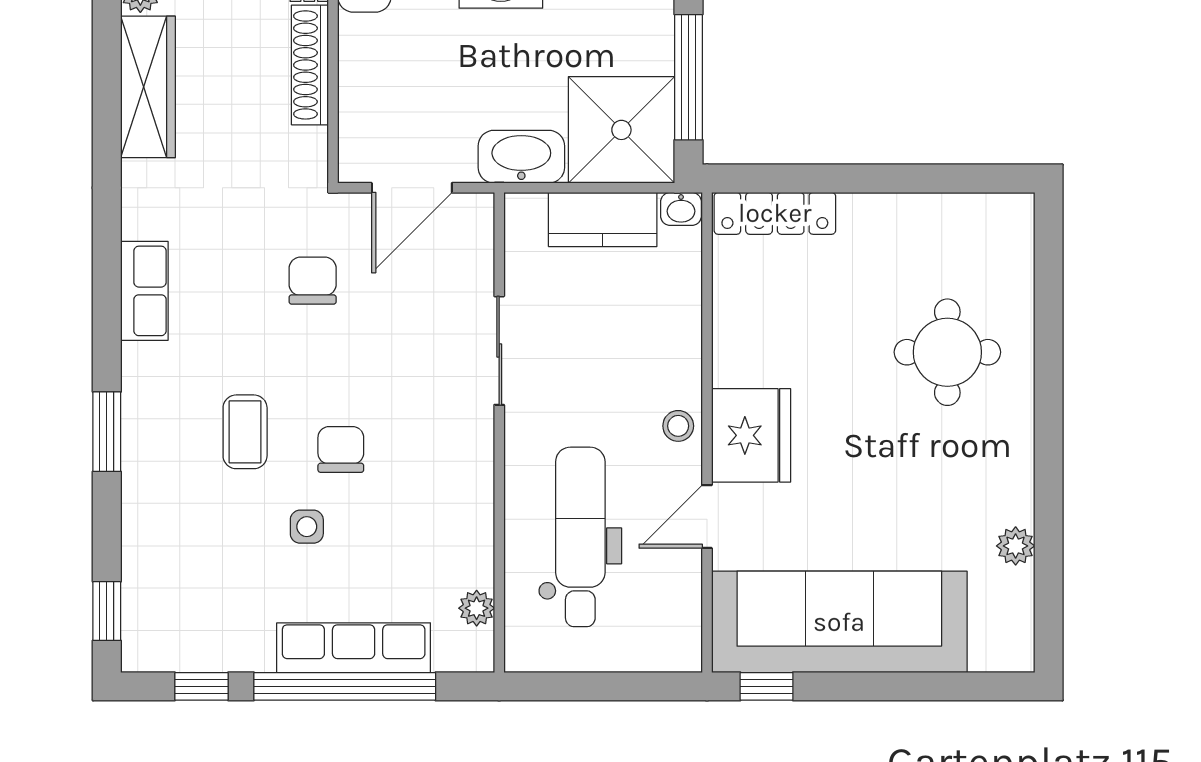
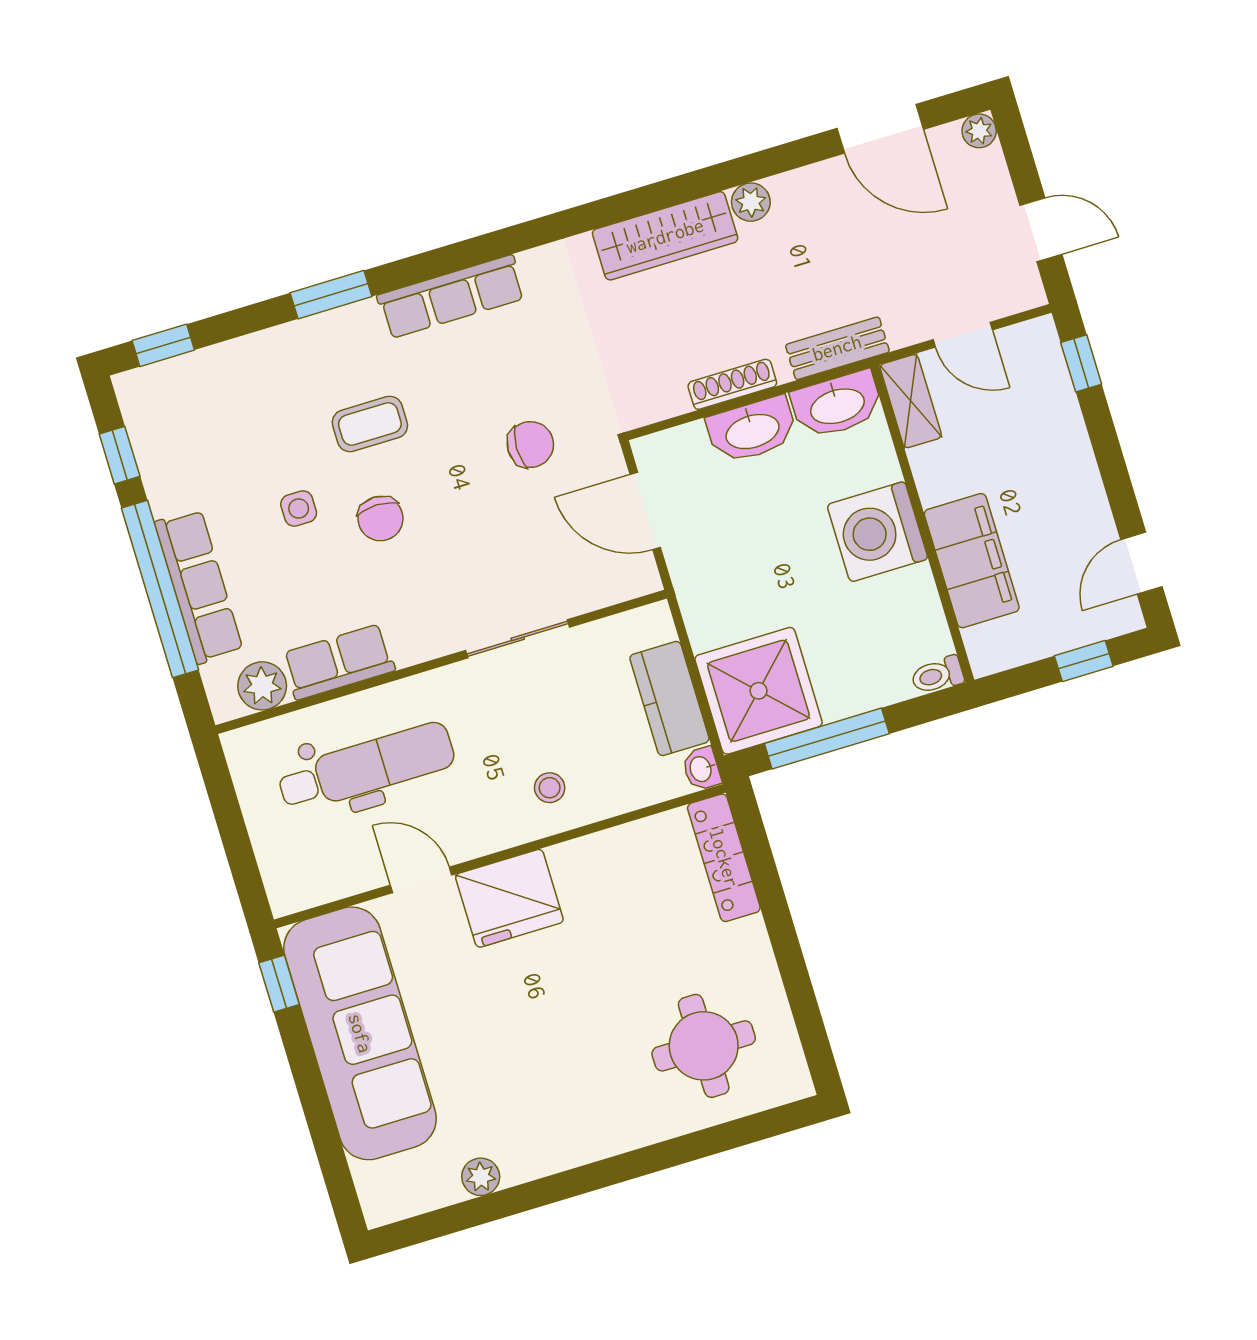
shoe rack: (310, 65) -> (732, 384), width x0.74, depth x0.81
washbasin: (521, 157) -> (752, 430), moved, turned 90
row of seats: (144, 291) -> (451, 297), width x1.48
round table: (947, 352) -> (704, 1046), moved
stool: (678, 426) -> (550, 788), moved
chair: (341, 449) -> (380, 519), turned 90
row of seats: (469, 533) -> (339, 662), added
plant: (477, 608) -> (262, 686), width x1.38, depth x1.38

